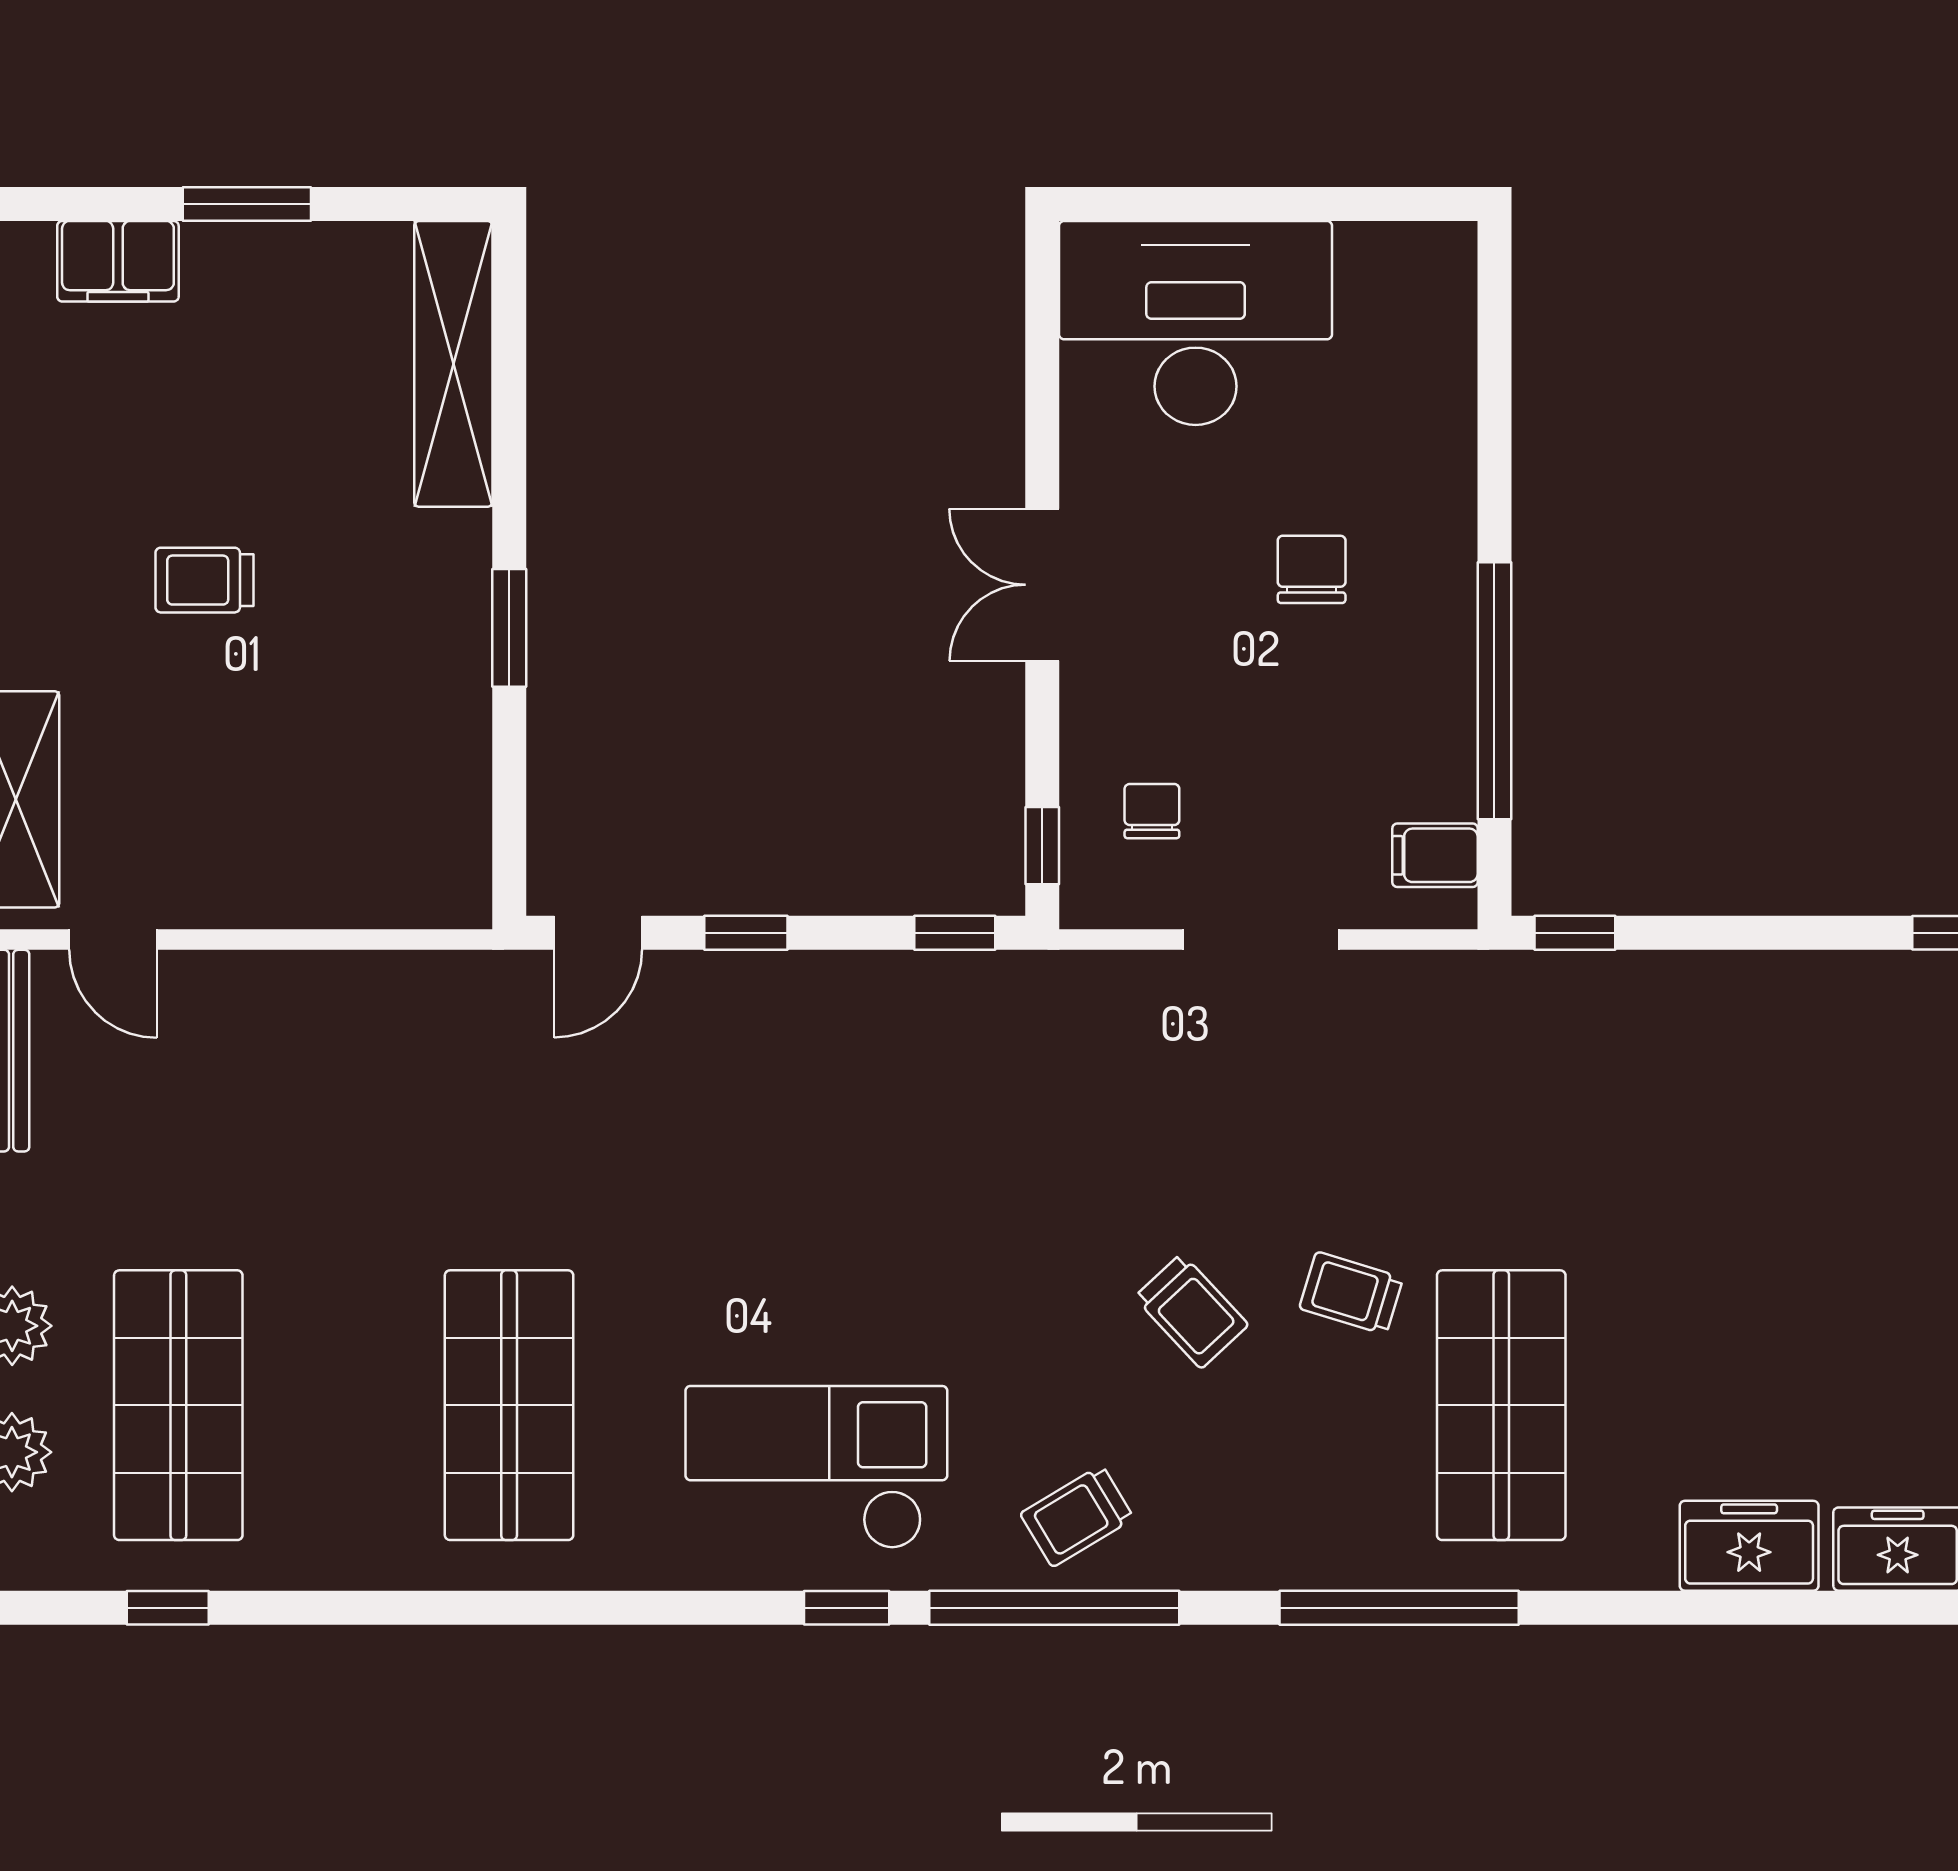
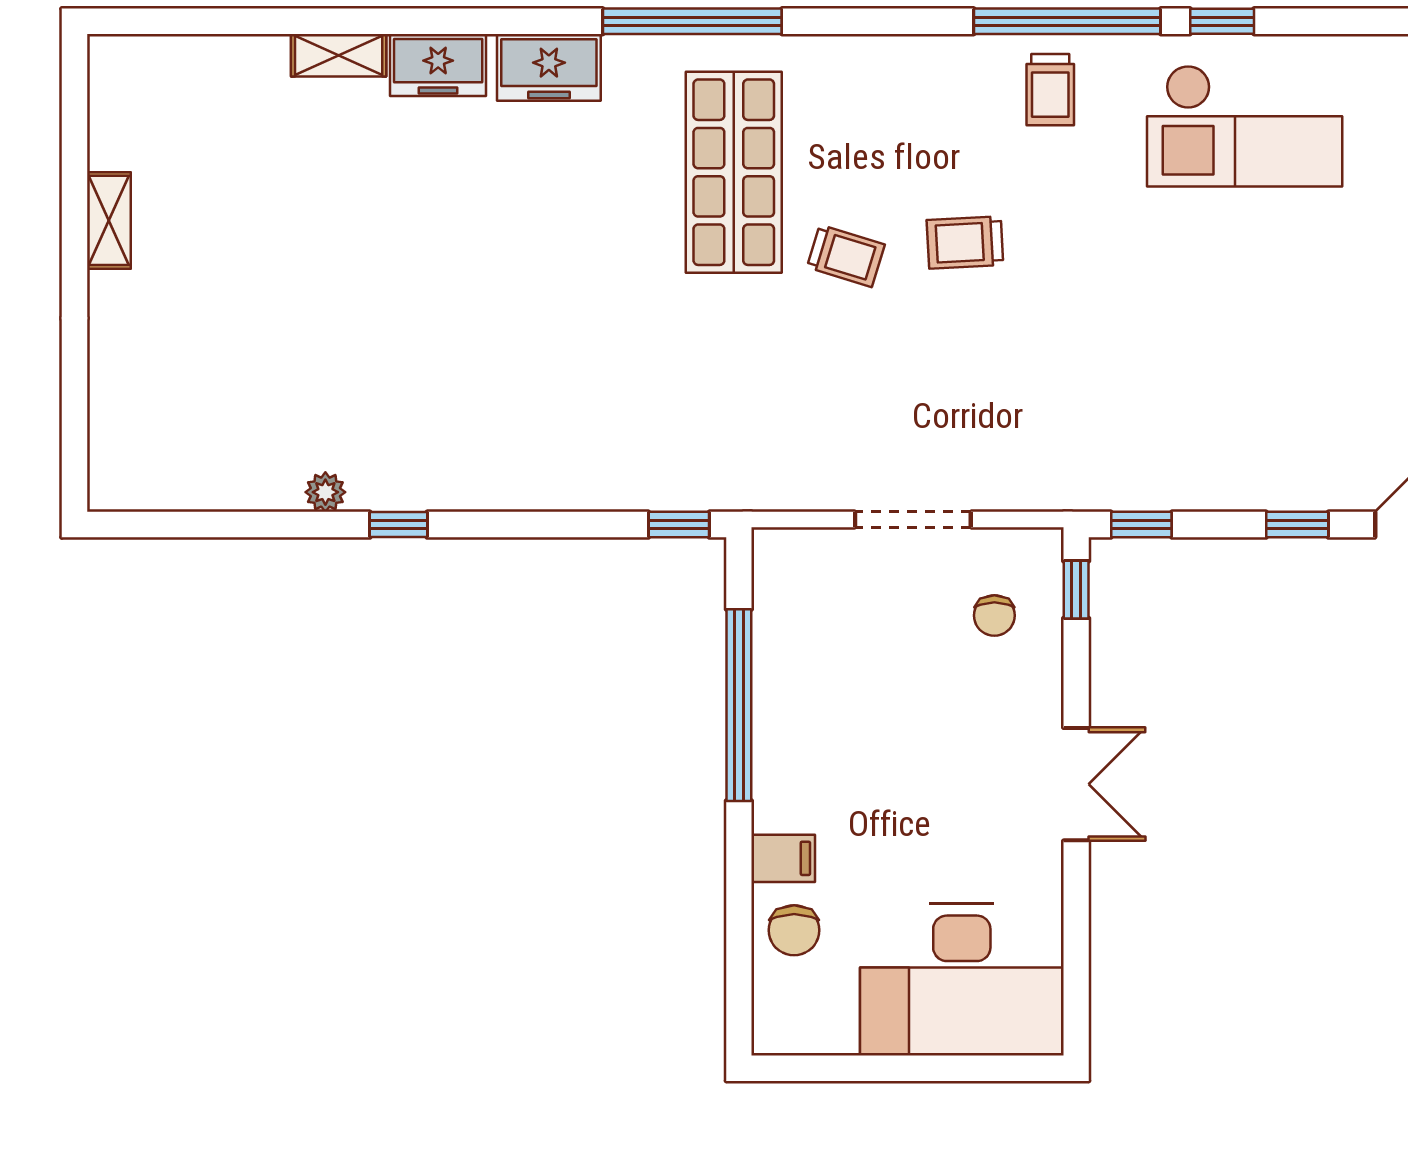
chair: (1312, 569) -> (794, 930), moved
filing cabinet: (1435, 855) -> (783, 858), moved
trolley: (1191, 1311) -> (965, 242), turned -50
trolley: (1077, 1516) -> (1050, 90), turned 121
window: (1399, 1608) -> (692, 21), moved

